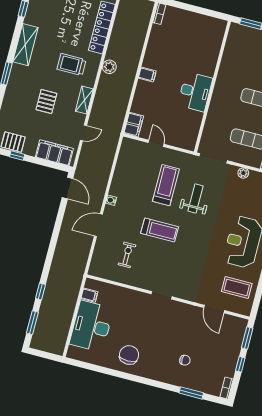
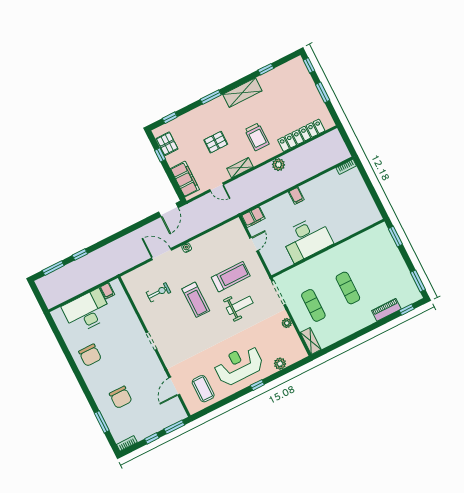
trolley: (71, 65) -> (257, 137), turned 180
desk: (195, 92) -> (307, 239), width x1.36, depth x1.30
chair: (129, 355) -> (90, 355), turned 90
chair: (185, 360) -> (121, 397), width x1.87, depth x1.87

